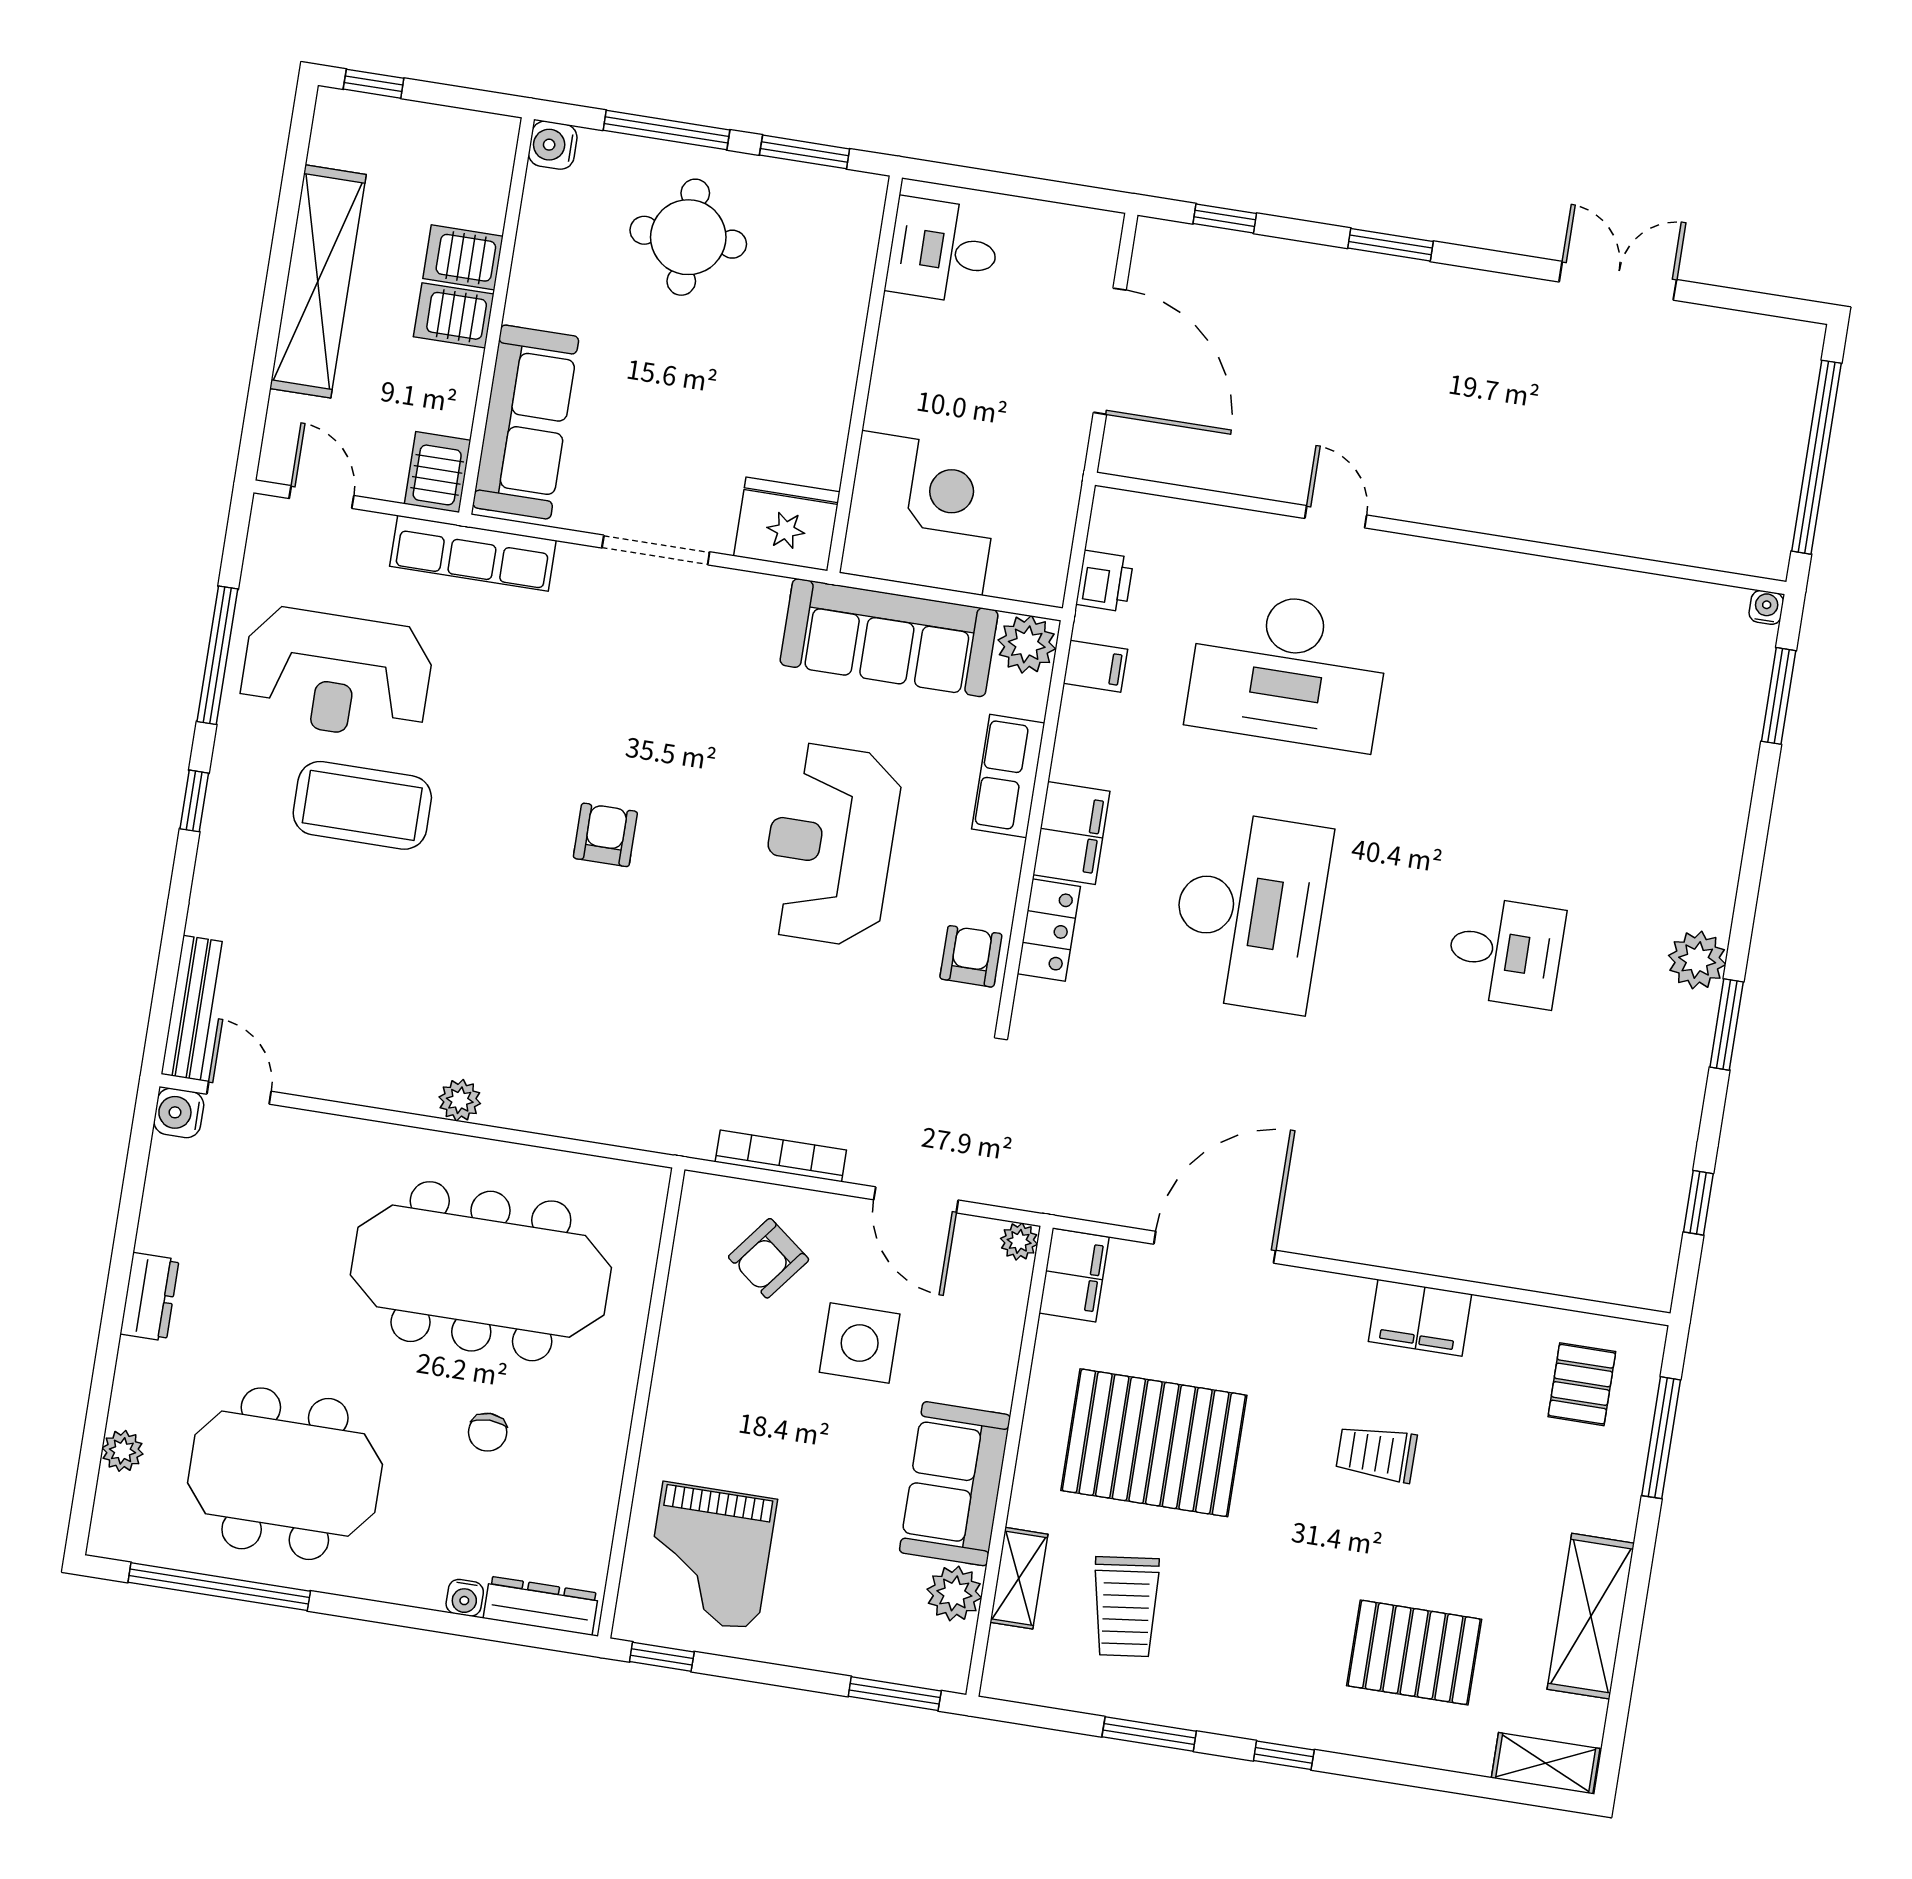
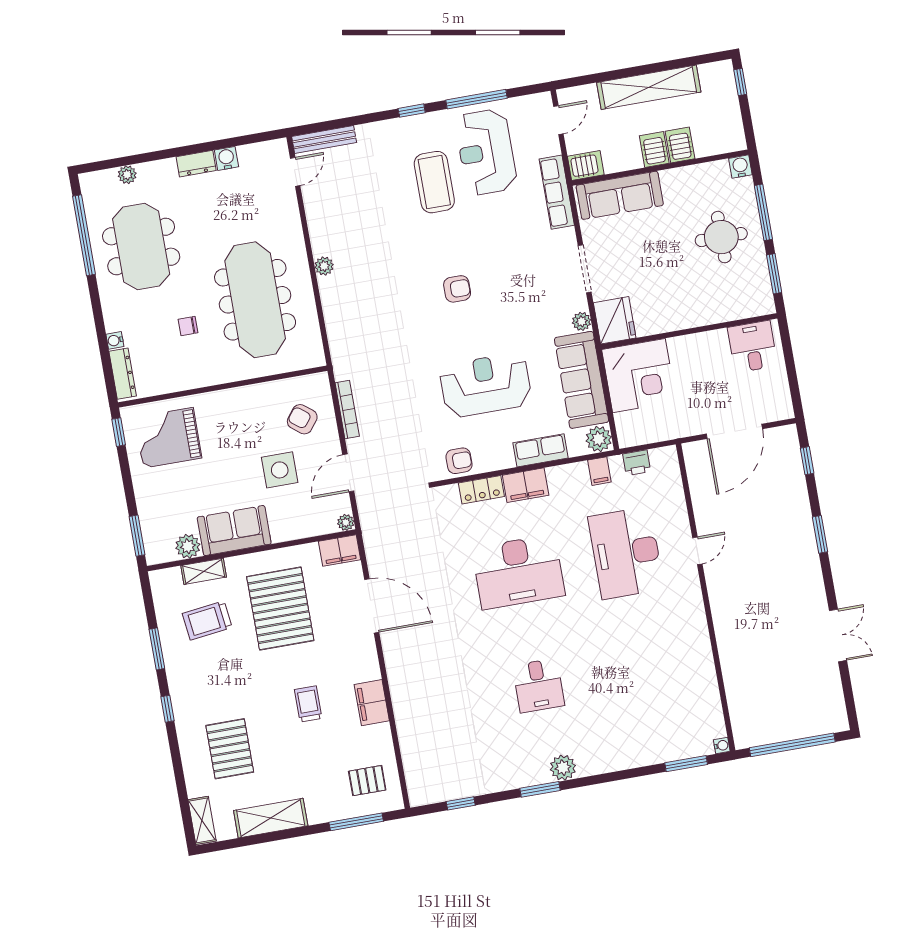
plant: (765, 595) -> (582, 321), added
water cooler: (179, 1113) -> (226, 158), moved

